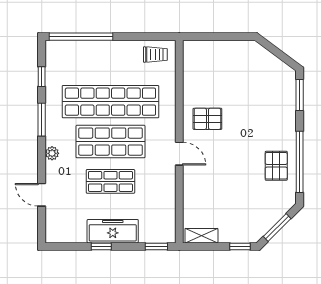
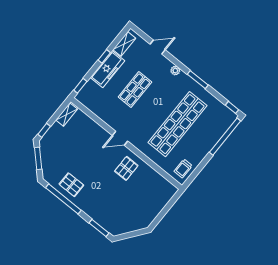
window: (42, 77) -> (232, 107), moved
shop shelf: (110, 142) -> (156, 107), removed
shelving: (69, 235) -> (124, 44), added

